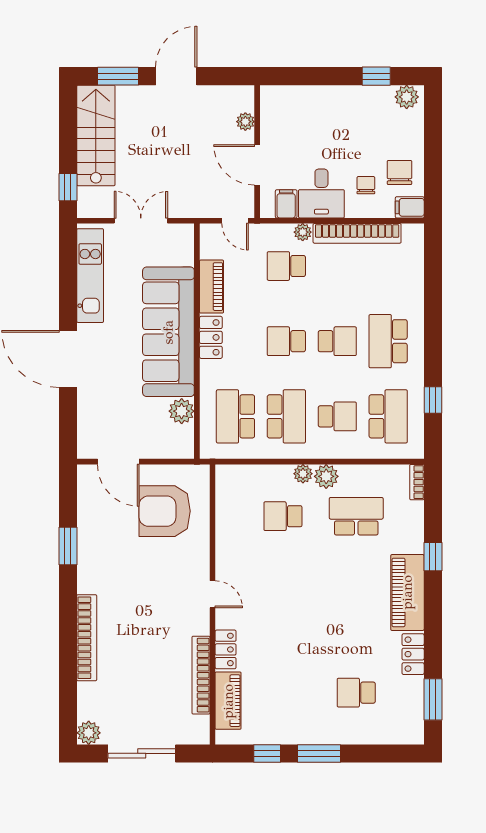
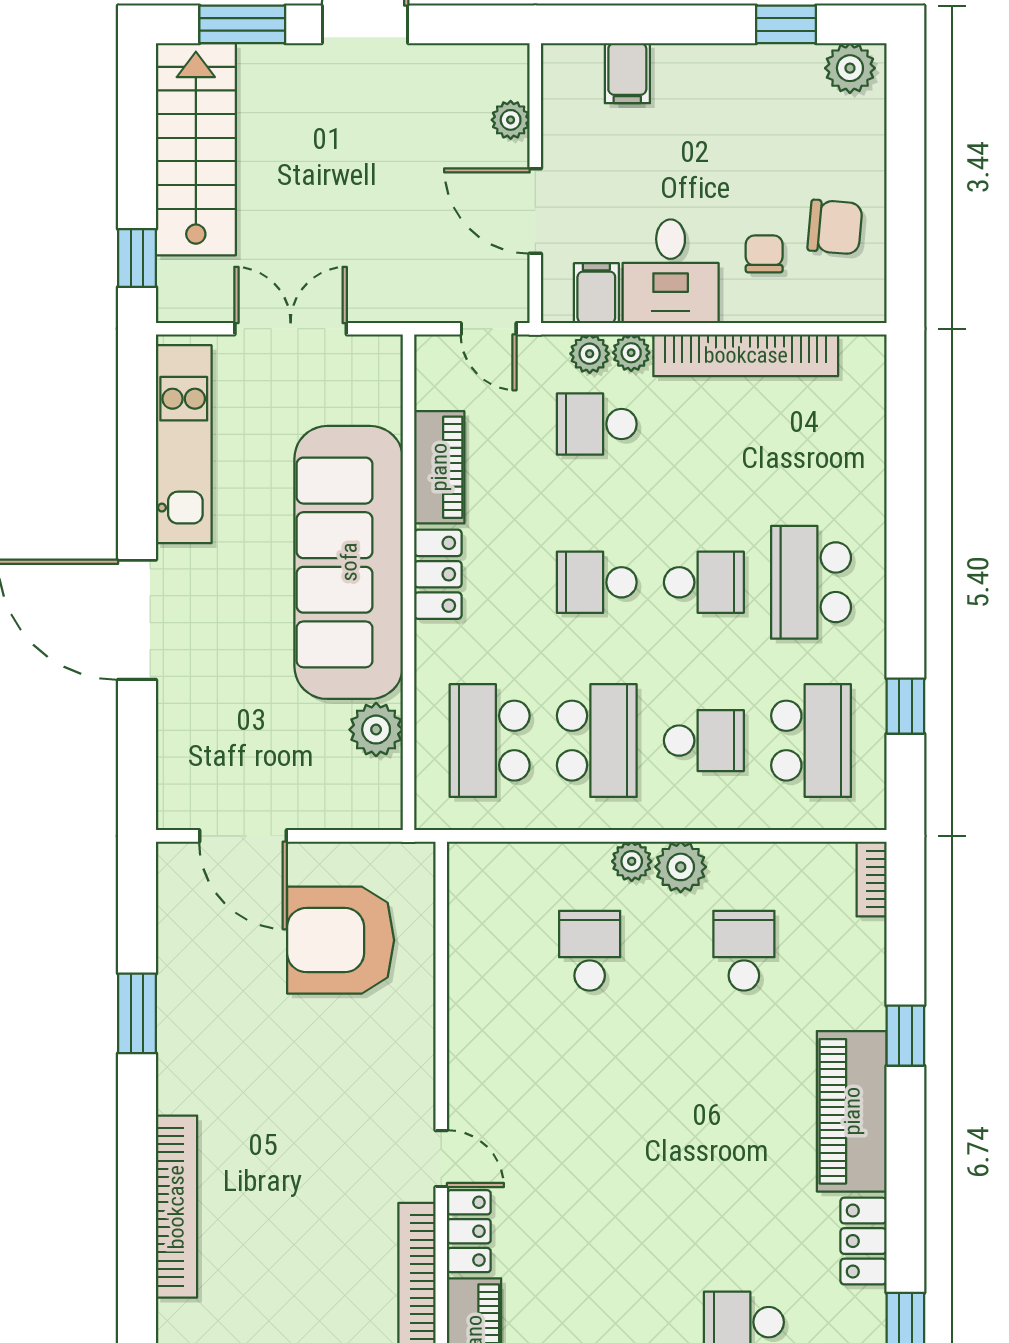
chair: (399, 172) -> (835, 227), turned 95
filing cabinet: (410, 207) -> (627, 73), moved, turned -90
plant: (283, 233) -> (590, 354), added
school desk: (283, 516) -> (590, 951), turned 90
school desk: (356, 516) -> (744, 951), width x0.54
door: (213, 594) -> (441, 1159), moved

